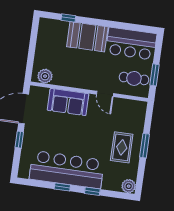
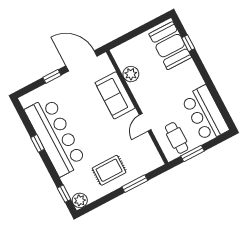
booth: (87, 37) -> (170, 46), moved
plant: (45, 76) -> (131, 74), moved
window: (145, 146) -> (135, 184), moved
window: (92, 191) -> (64, 194), moved

